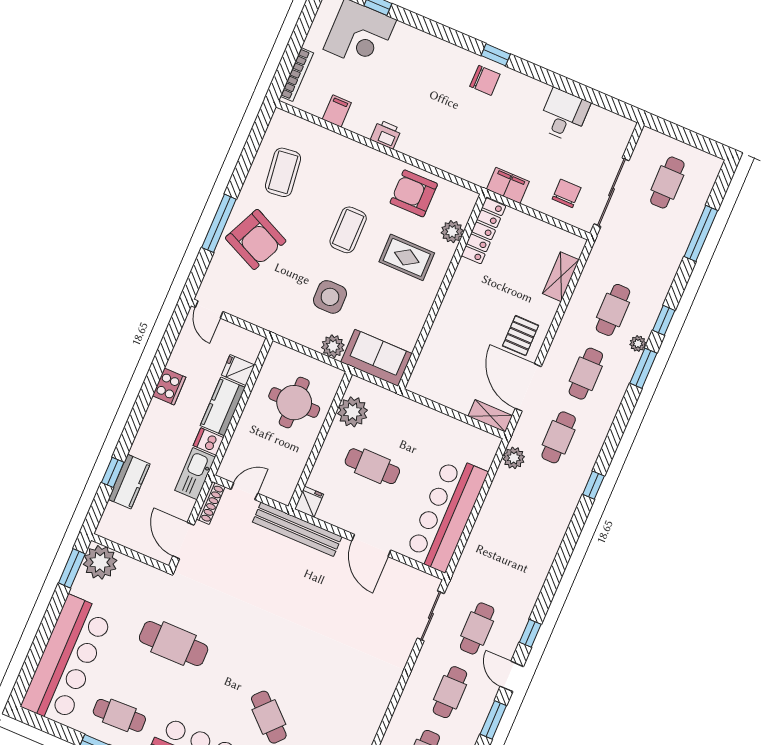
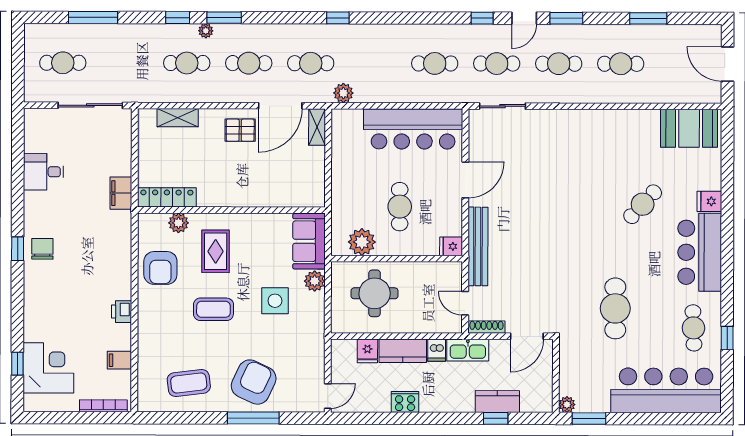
chair: (567, 193) -> (107, 142), removed
plant: (100, 562) -> (567, 405), width x0.53, depth x0.53
cafe table: (504, 565) -> (435, 63), added

